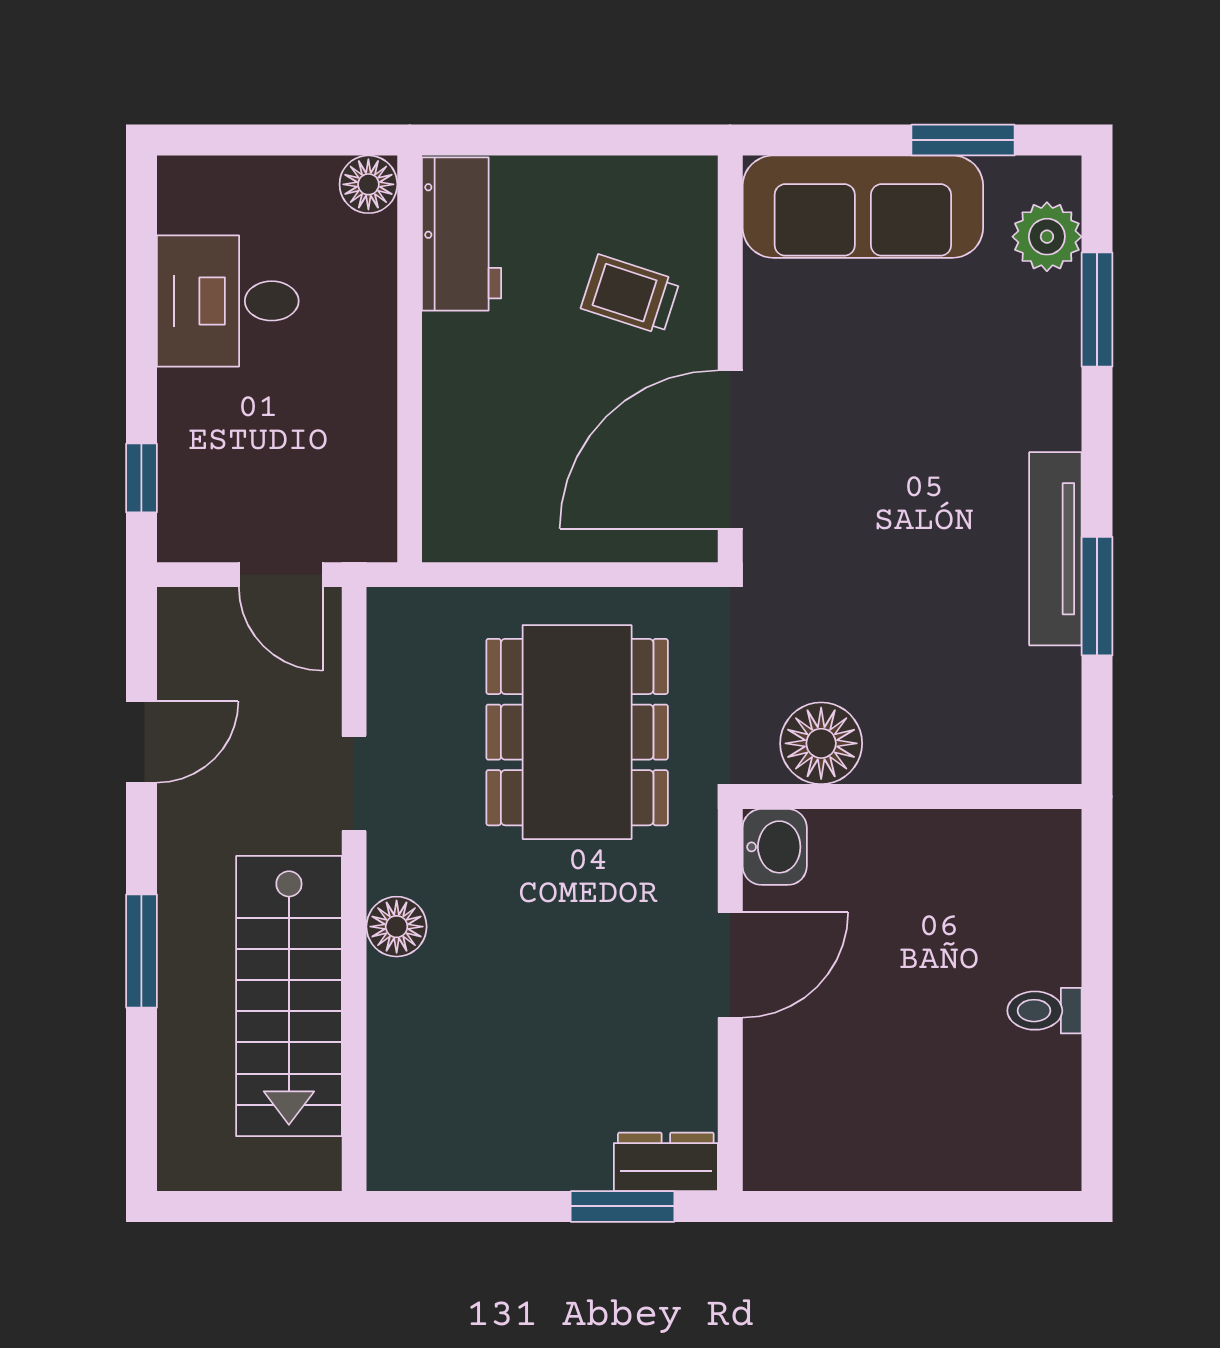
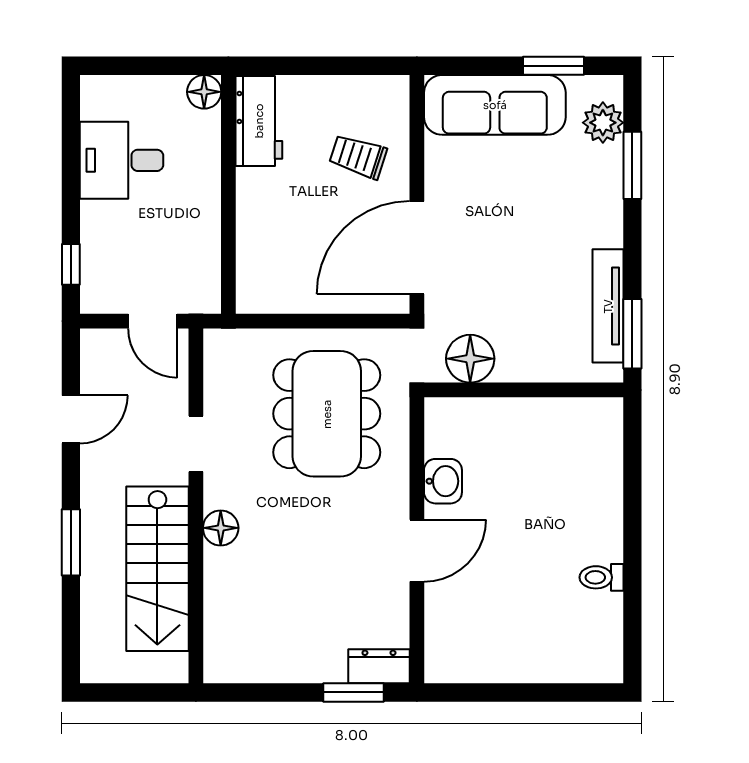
floor lamp: (821, 743) -> (470, 359), moved
wall: (912, 797) -> (524, 390), moved

